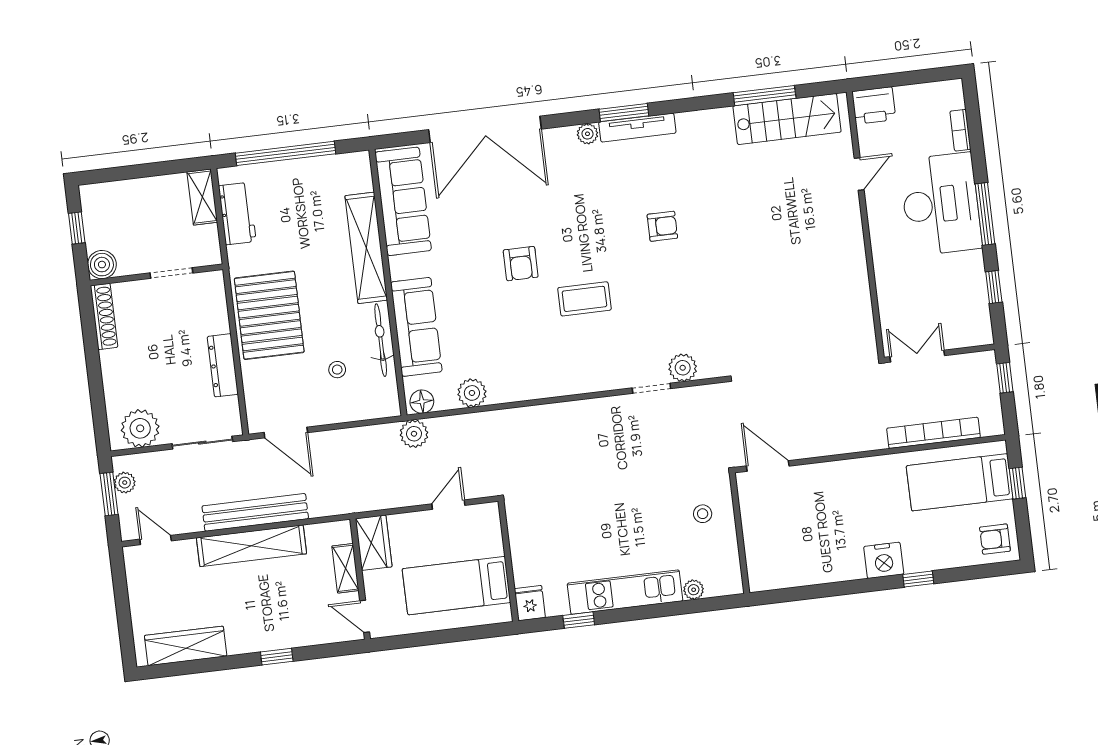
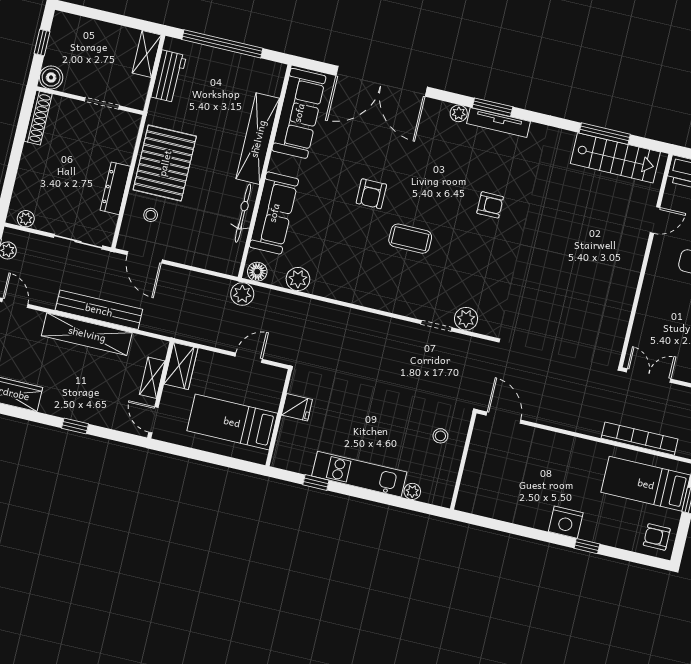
stool: (337, 370) -> (151, 215), moved
plant: (140, 428) -> (26, 219), width x0.53, depth x0.53
fridge: (530, 603) -> (297, 407), moved, turned 90

